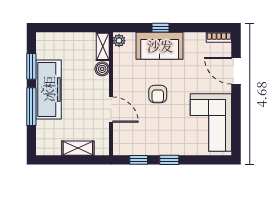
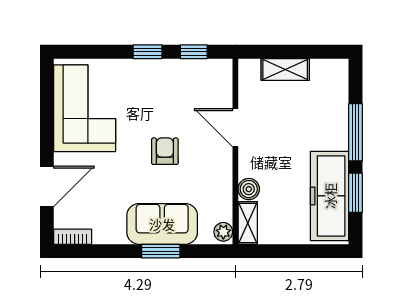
window: (161, 28) -> (161, 251), width x1.50
door: (236, 71) -> (47, 186), hinge flipped
freezer: (49, 89) -> (330, 196), moved

